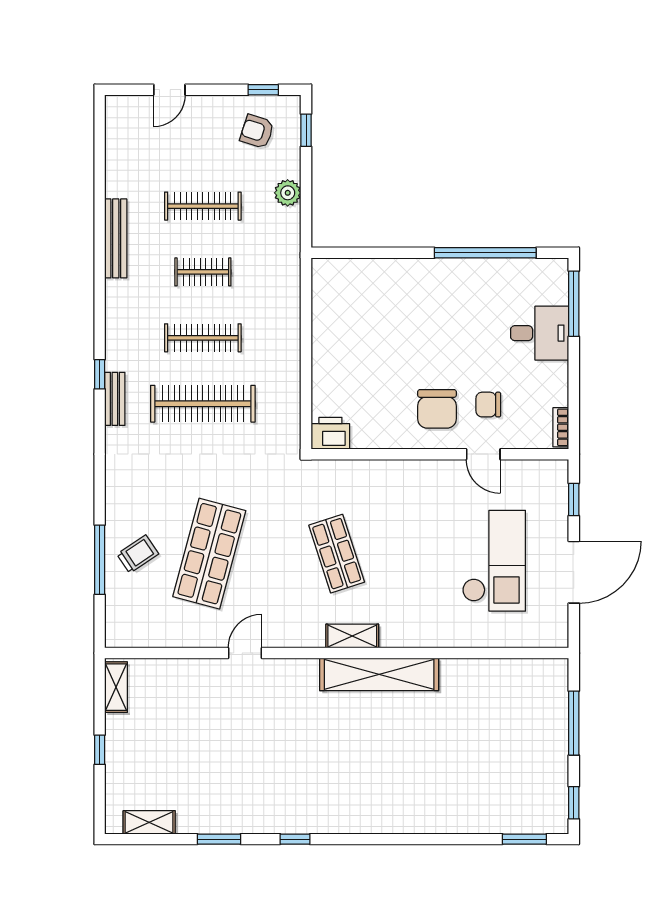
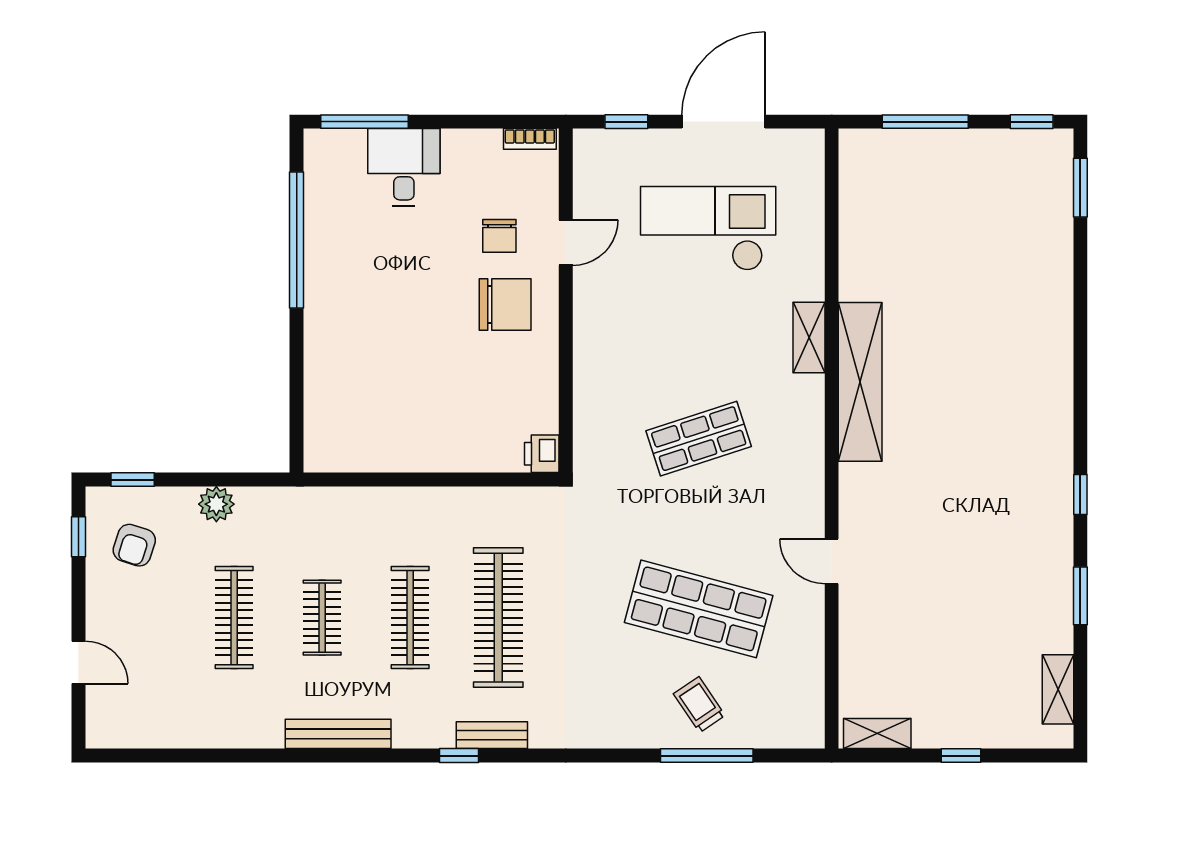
bench: (116, 238) -> (338, 734), moved
printer: (330, 433) -> (542, 454), width x0.73, depth x0.81
door: (574, 572) -> (724, 122), hinge flipped
shelving: (352, 636) -> (809, 337), moved

